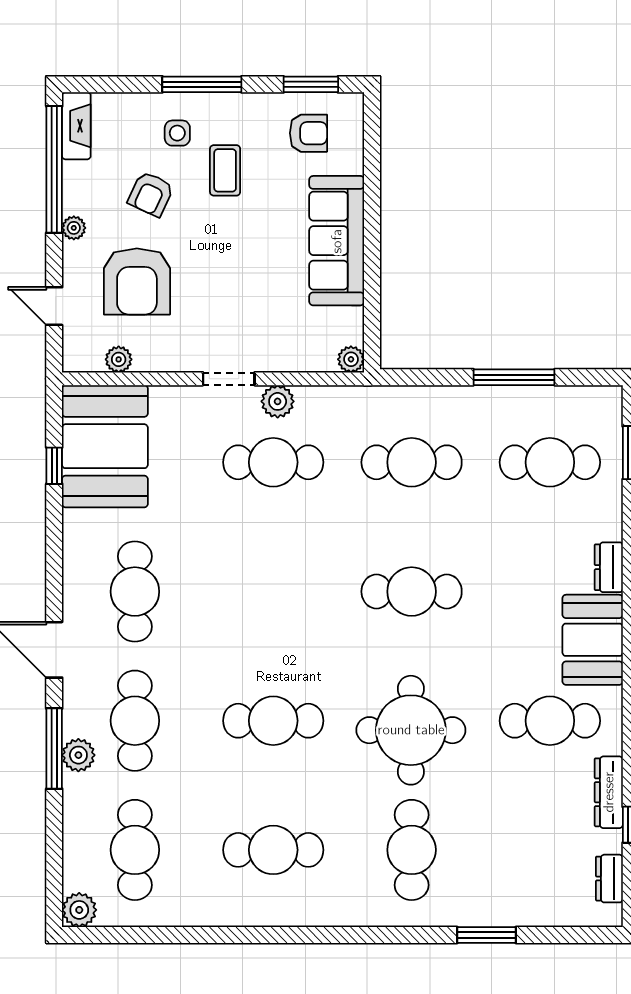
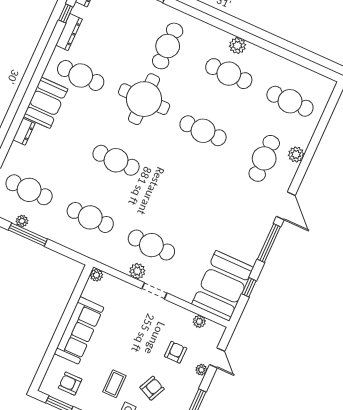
plant: (74, 228) -> (201, 370), moved
armchair: (137, 281) -> (176, 352), width x0.53, depth x0.53
plant: (537, 398) -> (22, 221), added
cafe table: (135, 592) -> (238, 216), removed
window: (54, 749) -> (269, 243), moved
cafe table: (135, 850) -> (290, 101), turned 90
plant: (79, 910) -> (237, 46), moved

